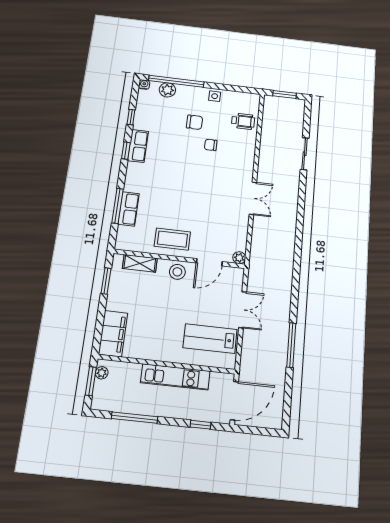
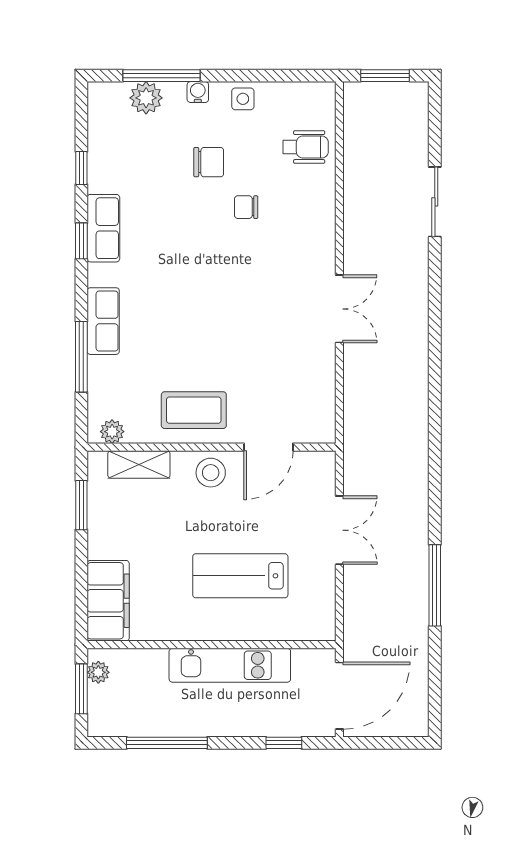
window: (176, 81) -> (162, 76), width x0.68
water cooler: (144, 84) -> (198, 92), moved
row of seats: (129, 209) -> (103, 321), moved
plant: (239, 258) -> (112, 432), moved
lab bench: (210, 339) -> (240, 576), moved

